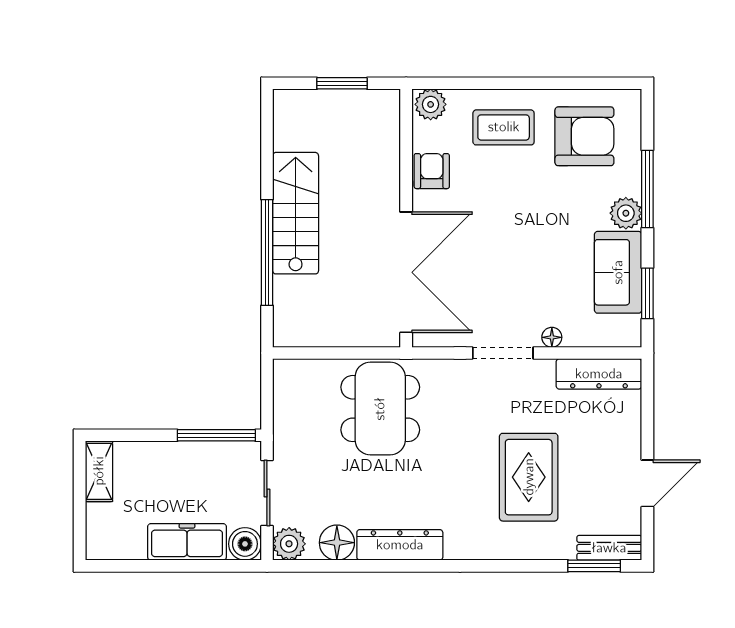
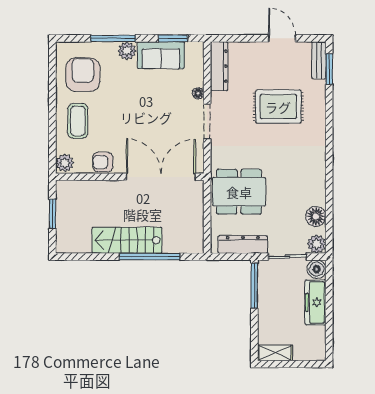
dresser: (400, 545) -> (243, 245), moved, turned 90

